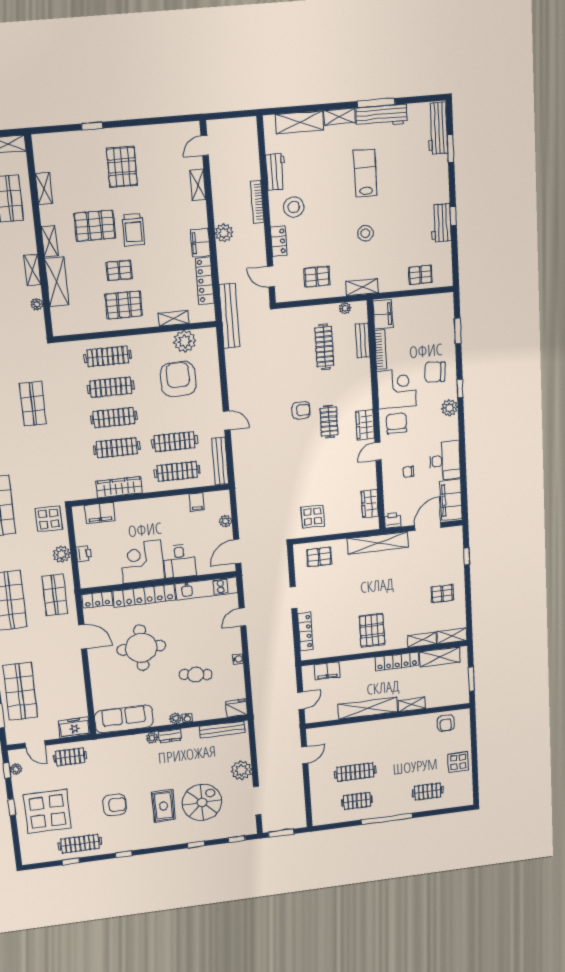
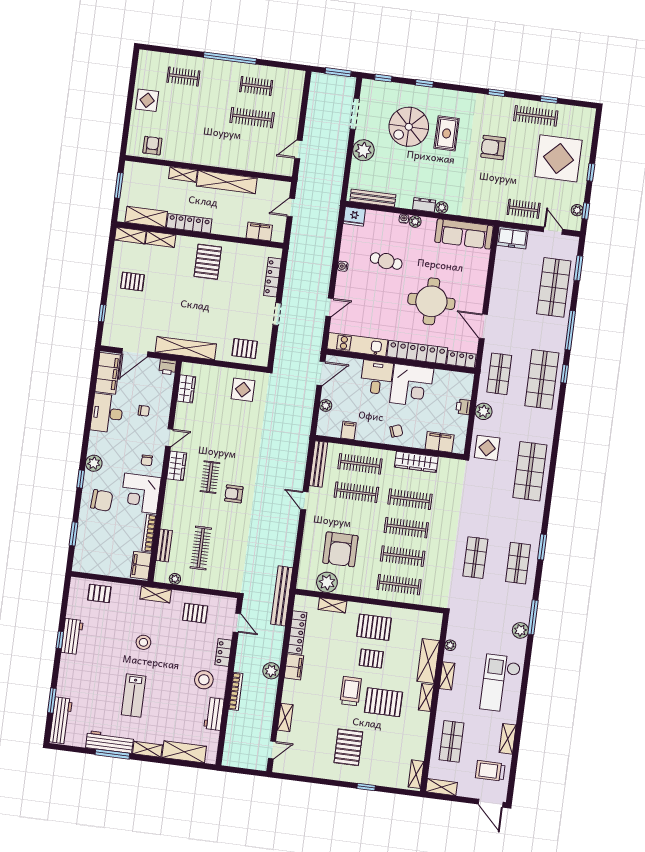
shelving: (44, 189) -> (416, 774), moved
chair: (396, 423) -> (147, 460), width x0.54, depth x0.54
chair: (147, 513) -> (396, 431), added

